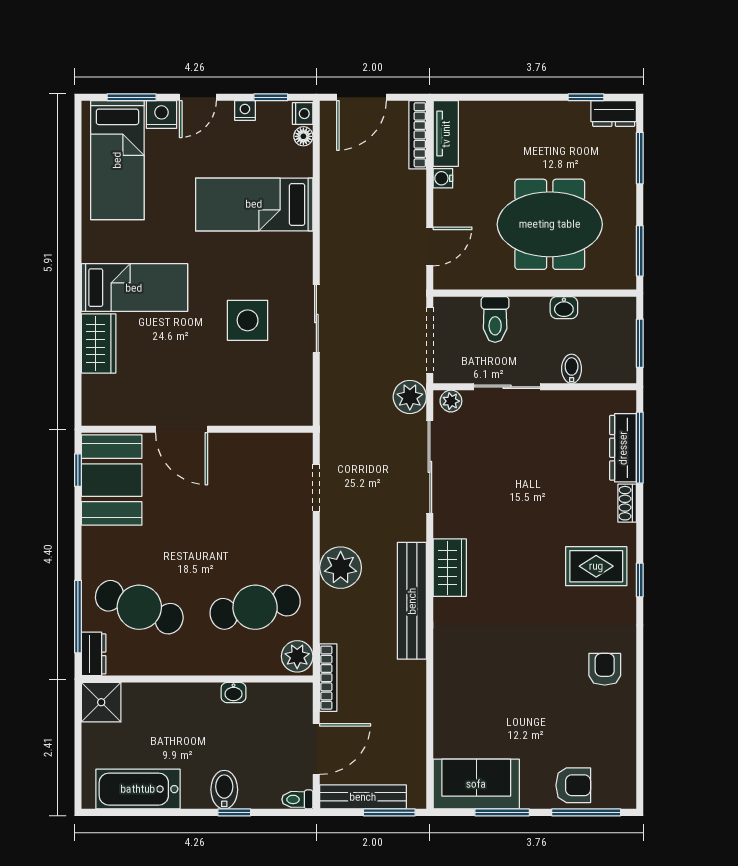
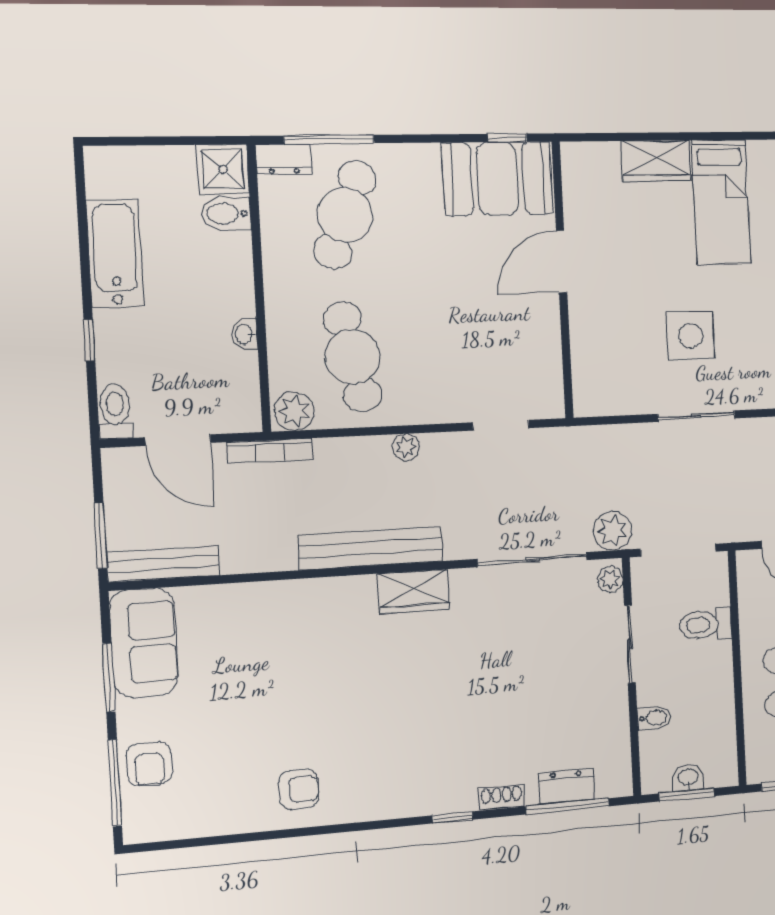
washbasin: (564, 308) -> (688, 778), moved, turned 90
dresser: (623, 448) -> (566, 787), width x0.70
rug: (596, 566) -> (425, 768), removed
plant: (341, 568) -> (406, 447), width x0.53, depth x0.53
window: (640, 580) -> (453, 817), moved
bathtub: (138, 789) -> (115, 253), moved
bidet: (224, 790) -> (226, 214), moved, turned 180
bench: (363, 797) -> (163, 564), moved, turned 90
toilet: (297, 799) -> (115, 412), width x1.37, depth x1.39

